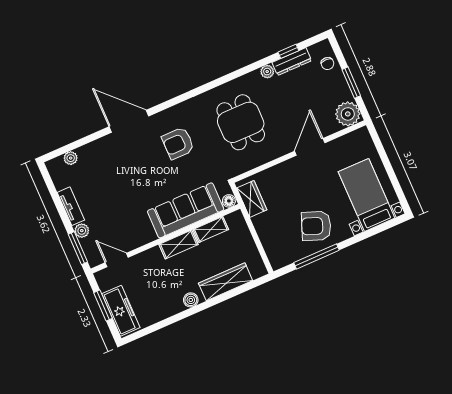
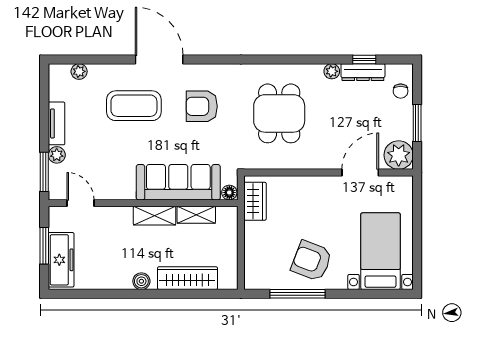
door: (310, 147) -> (360, 173), moved
coffee table: (125, 166) -> (134, 106), added

